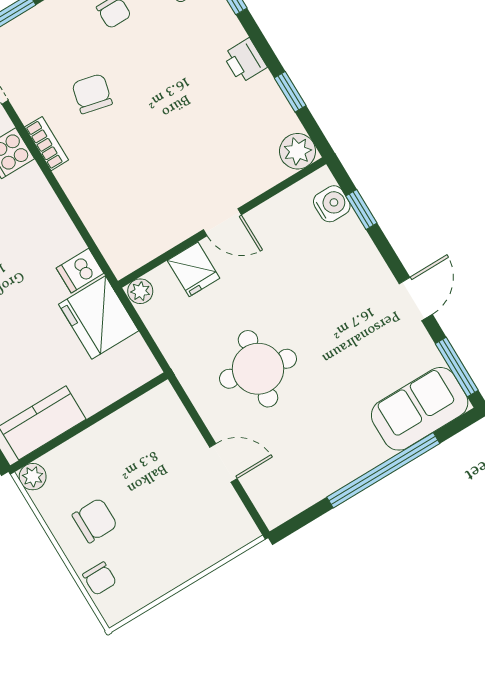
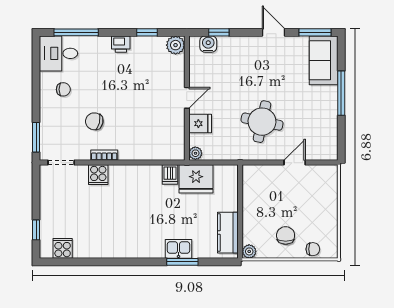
window: (383, 470) -> (341, 93), width x0.68

